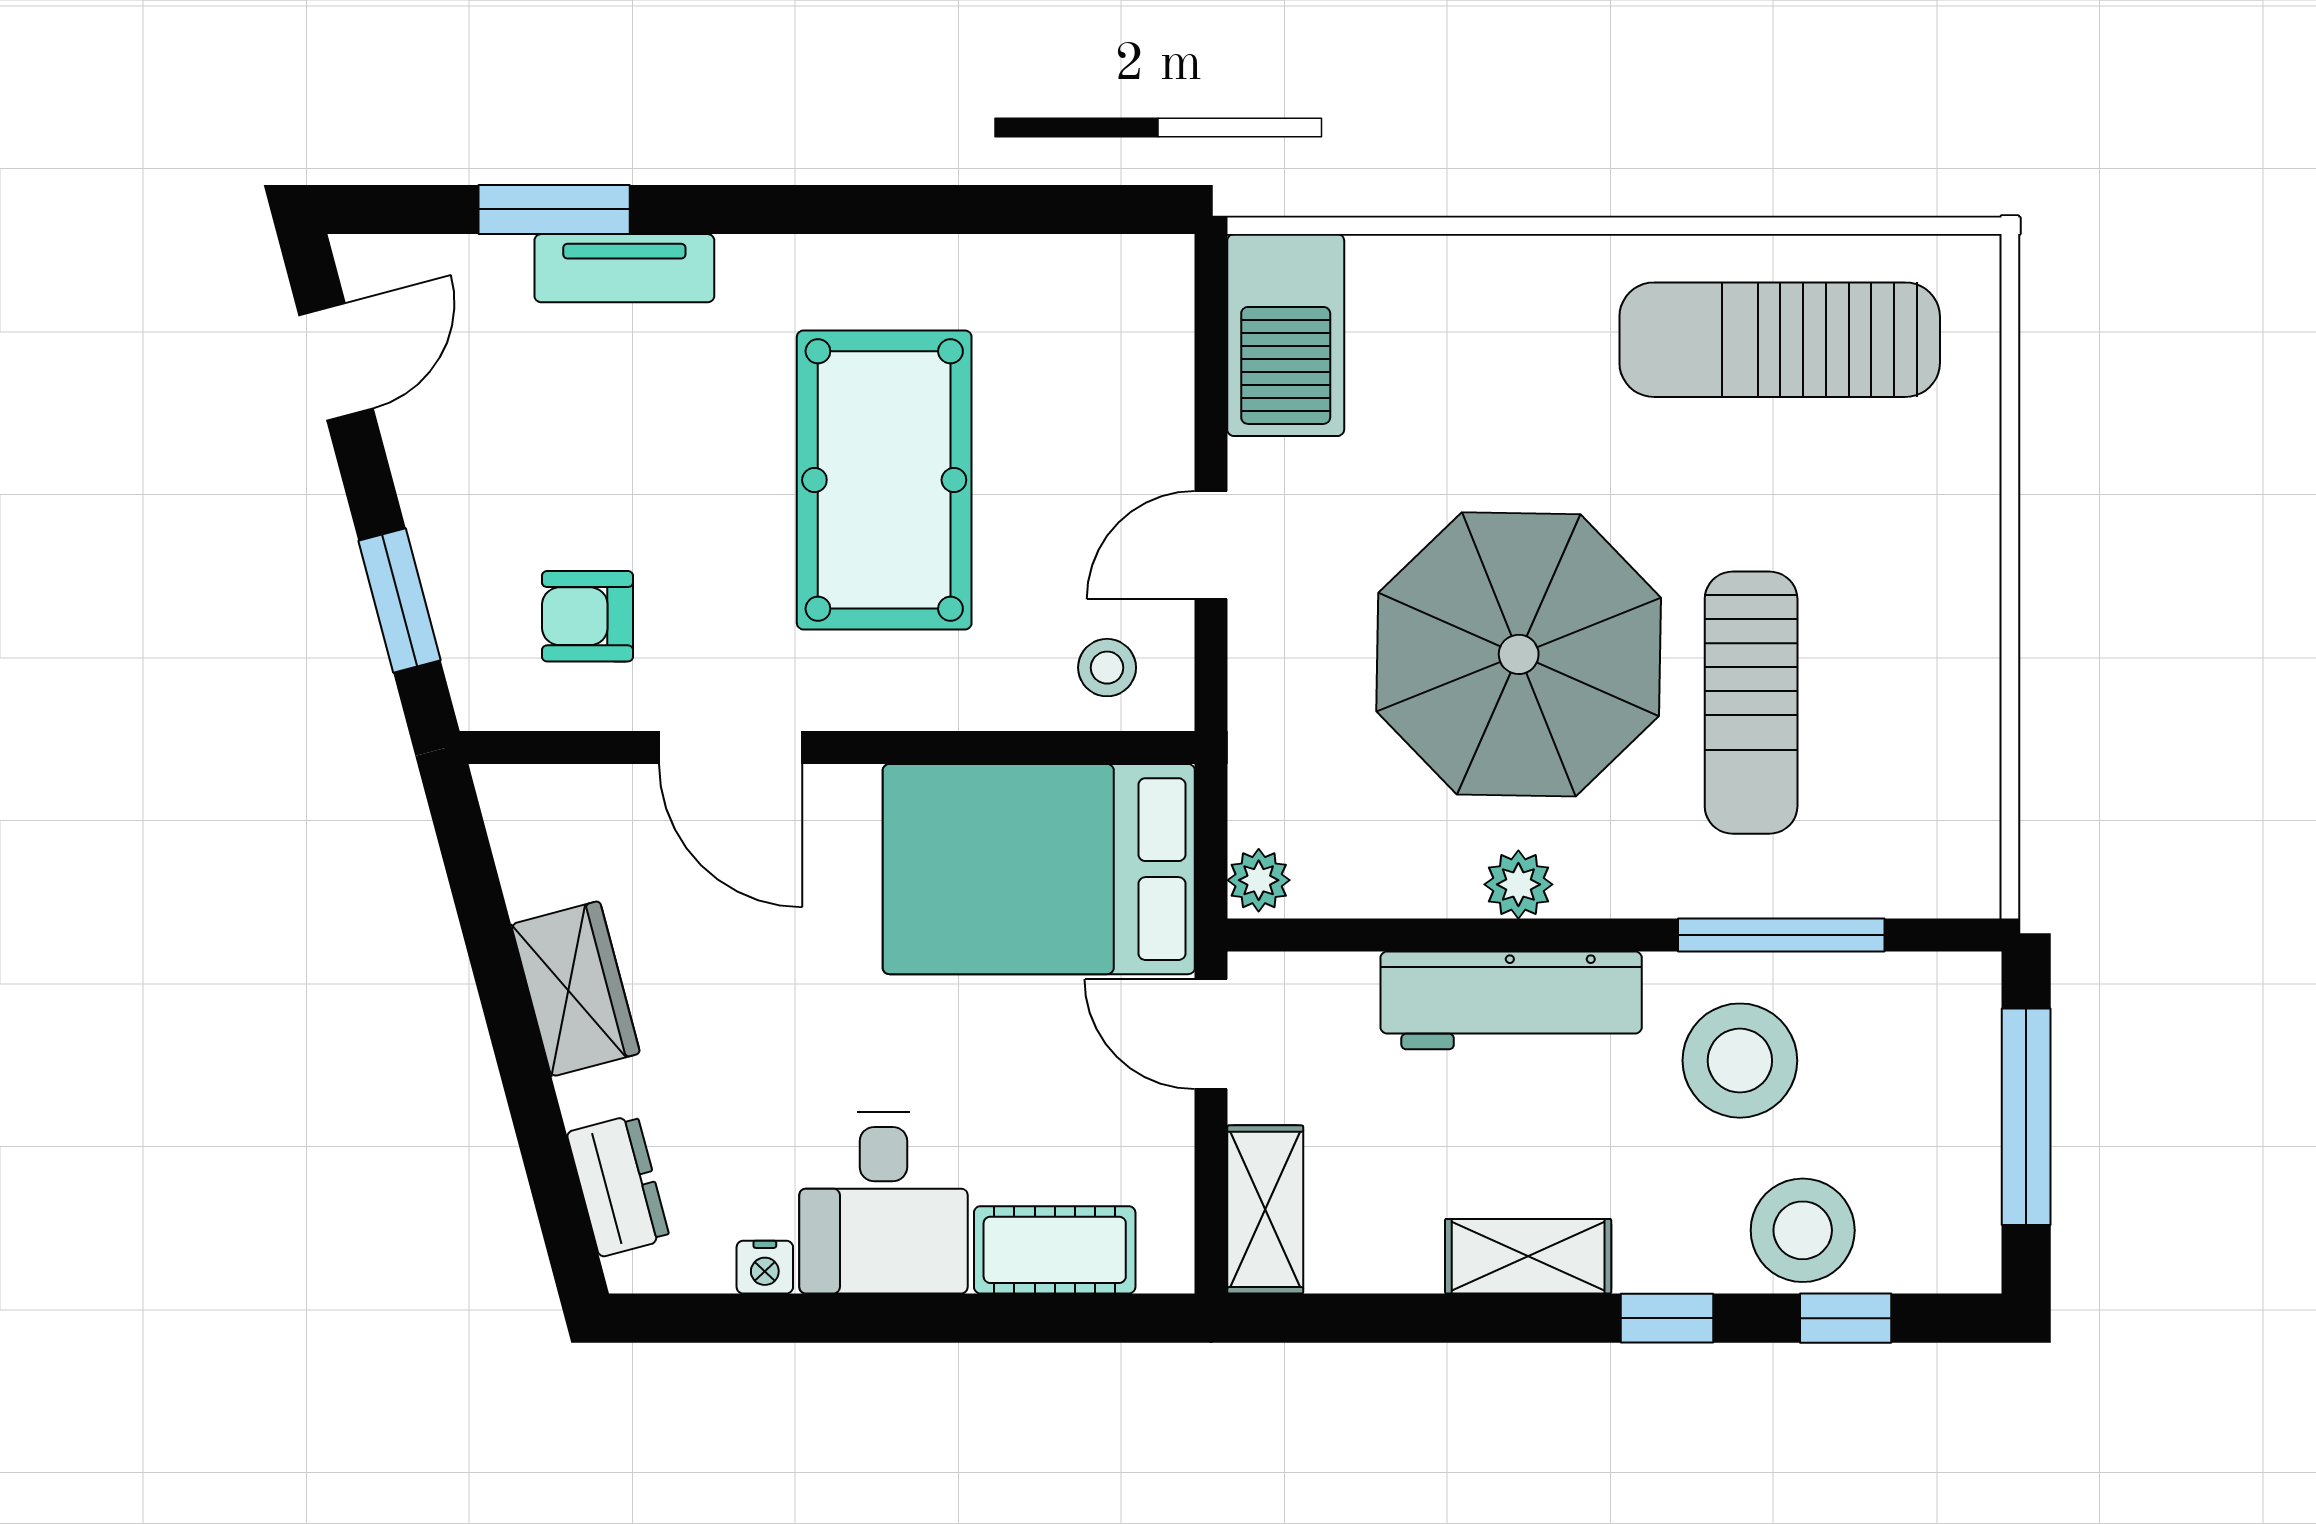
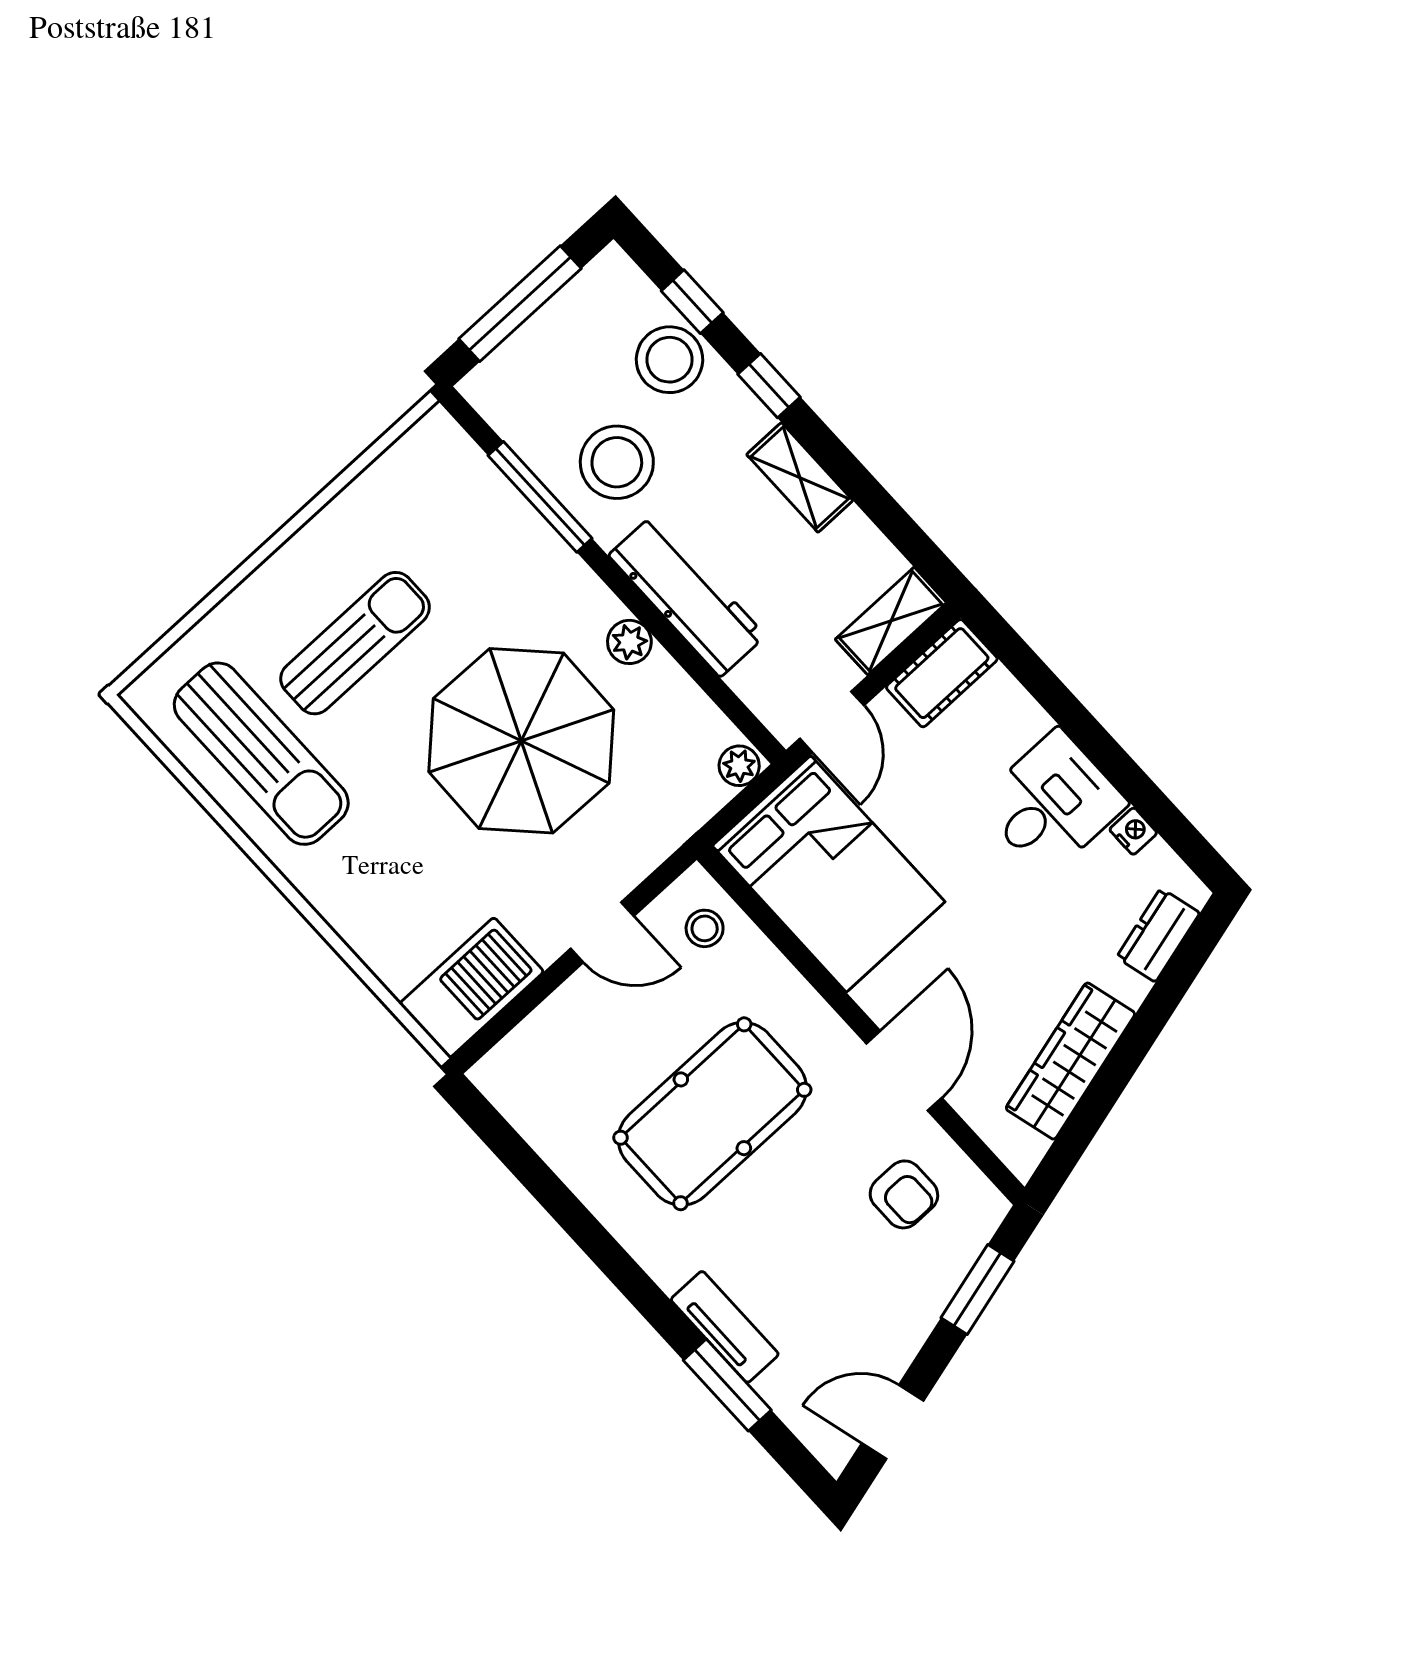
sun lounger: (1751, 703) -> (355, 643), moved
wardrobe: (576, 989) -> (1070, 1061), width x1.50
cot: (1055, 1250) -> (942, 673), moved, turned 90

